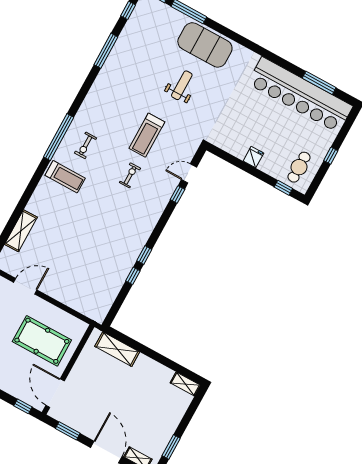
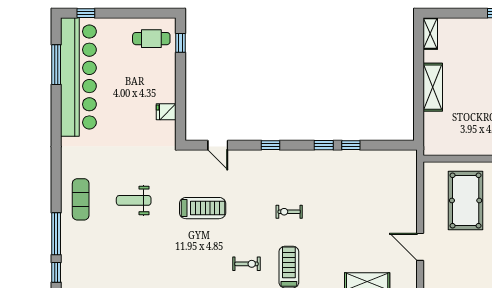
exercise mat: (205, 45) -> (81, 199), width x0.50, depth x0.69
window: (331, 156) -> (86, 13), moved
fridge: (253, 157) -> (166, 112), moved
exercise bike: (130, 175) -> (289, 212), moved
window: (177, 195) -> (271, 145), moved
shelving: (117, 349) -> (433, 87), moved

